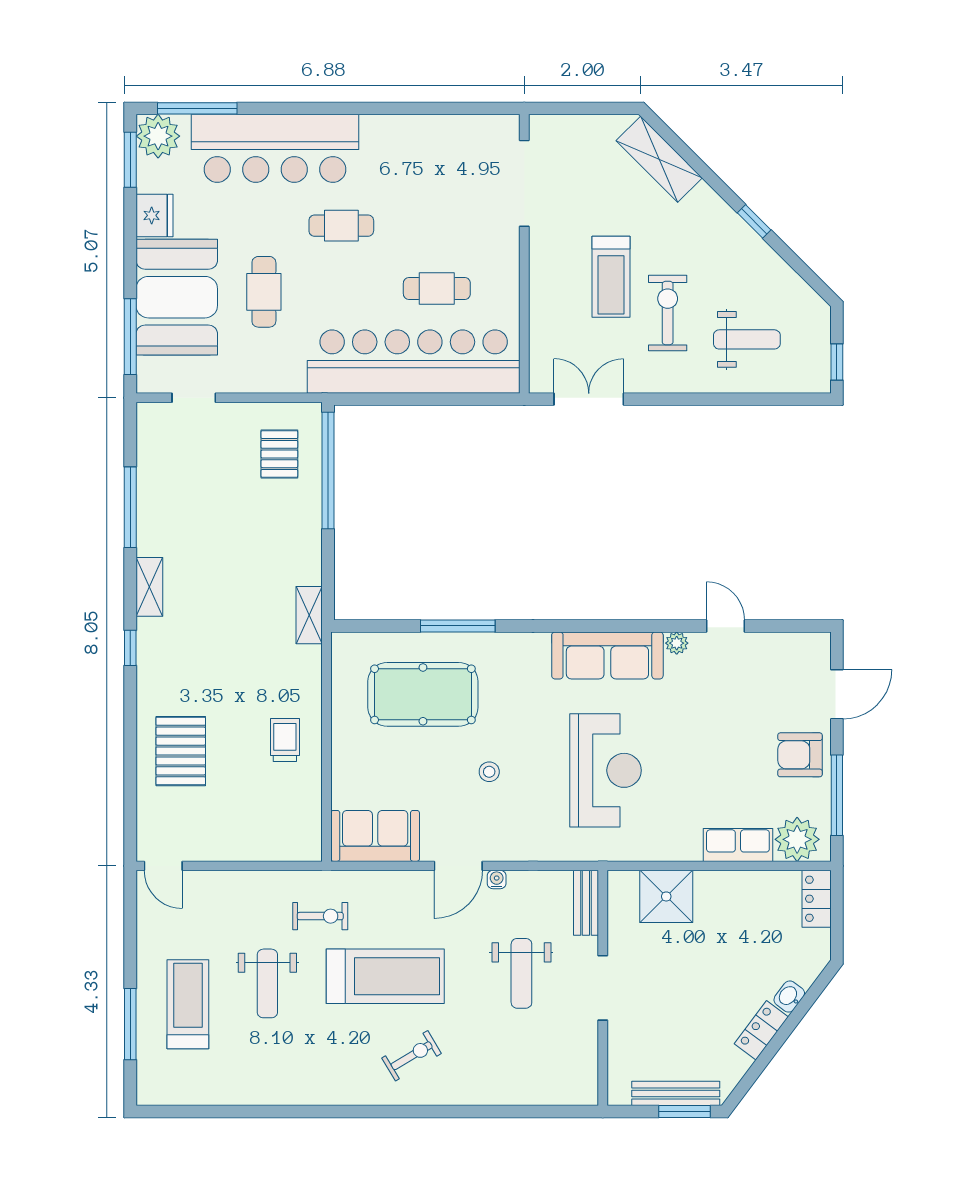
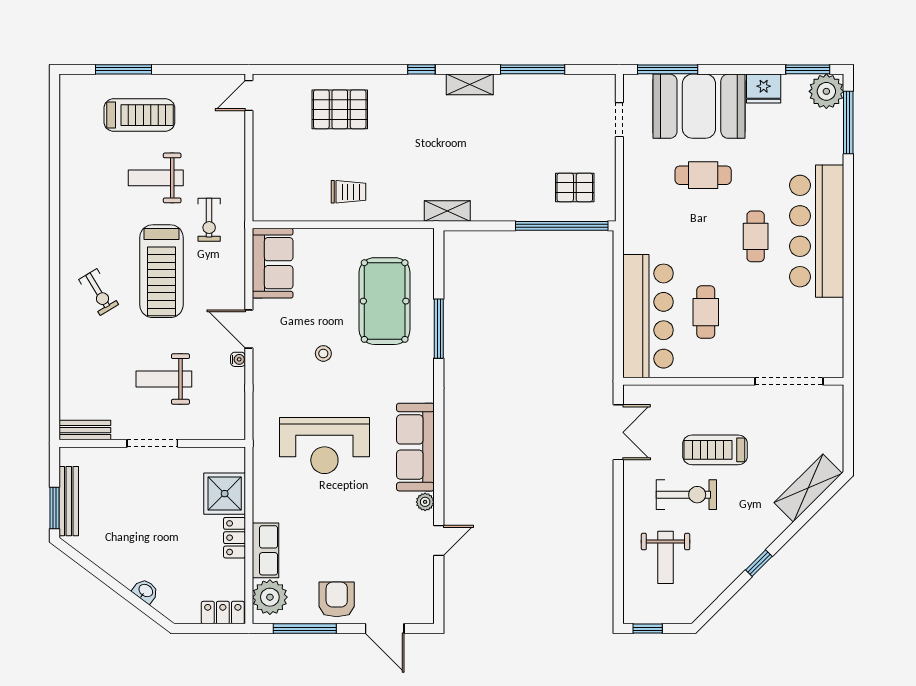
bar counter: (275, 148) -> (817, 231), moved
bar counter: (414, 362) -> (648, 316), width x0.73
bench: (586, 903) -> (85, 430), moved
locker: (761, 1030) -> (235, 538), moved, turned -127

